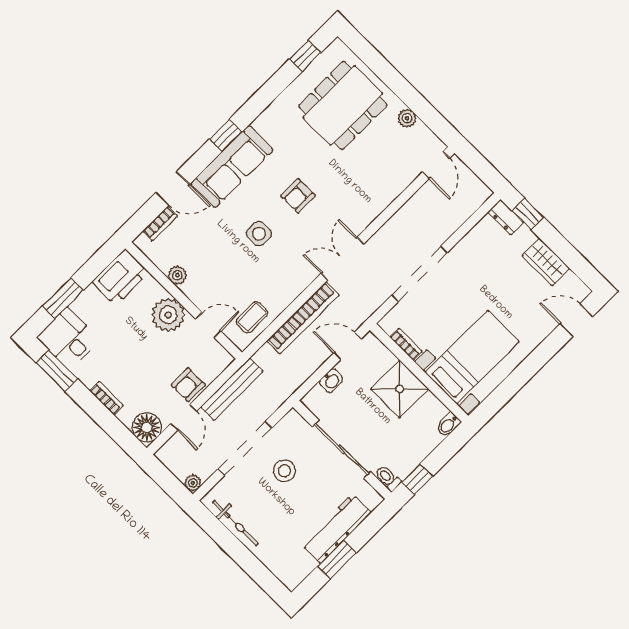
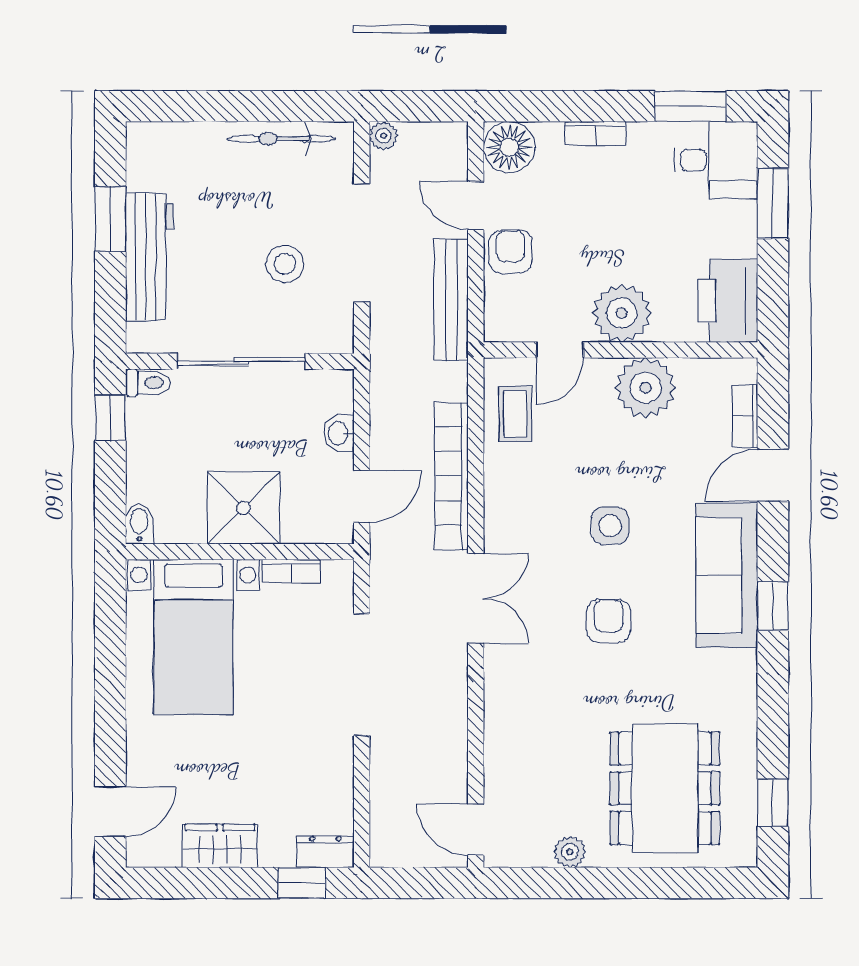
plant: (177, 275) -> (645, 388), width x1.87, depth x1.87

